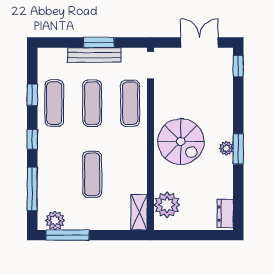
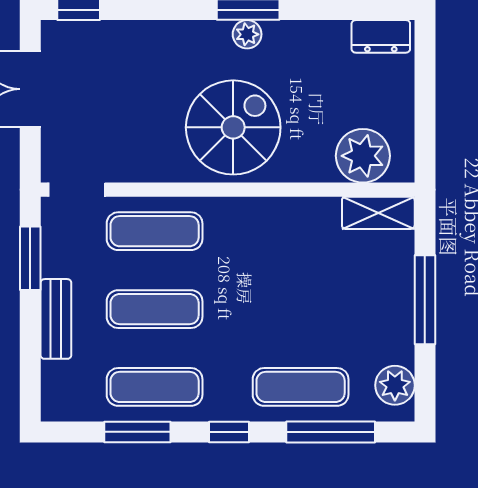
window: (99, 42) -> (30, 258), moved
bench: (94, 55) -> (56, 319), width x0.73
window: (32, 95) -> (137, 432), width x1.50
exercise mat: (92, 174) -> (301, 387), moved
window: (67, 235) -> (425, 300), moved

